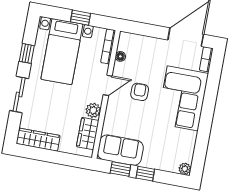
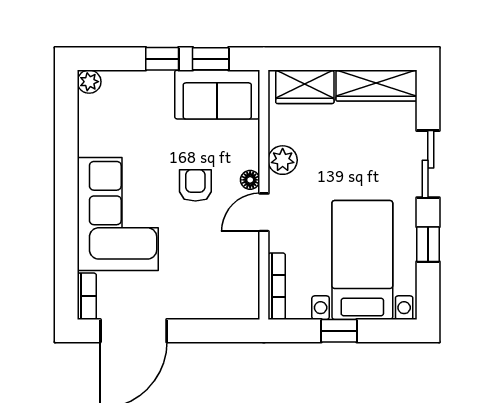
floor lamp: (120, 56) -> (250, 180), moved
armchair: (140, 92) -> (195, 185), moved, turned 180
wardrobe: (88, 134) -> (305, 87), moved, turned 90

